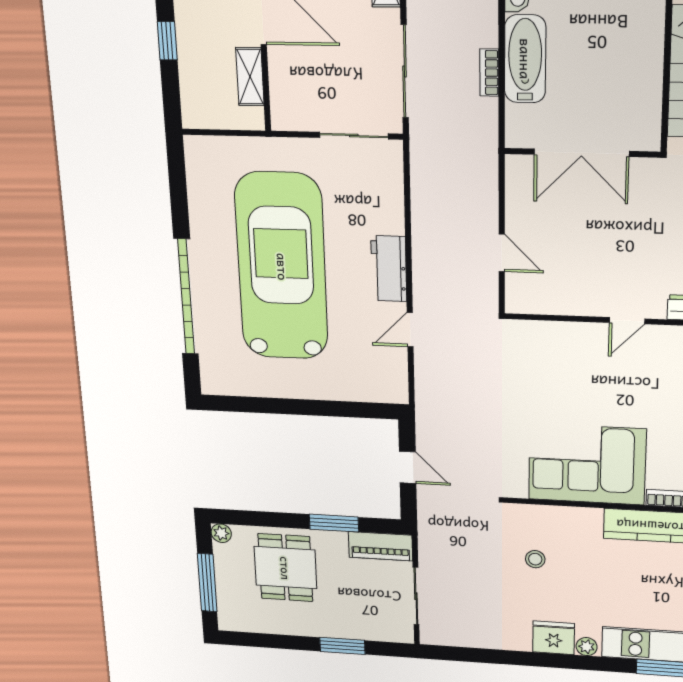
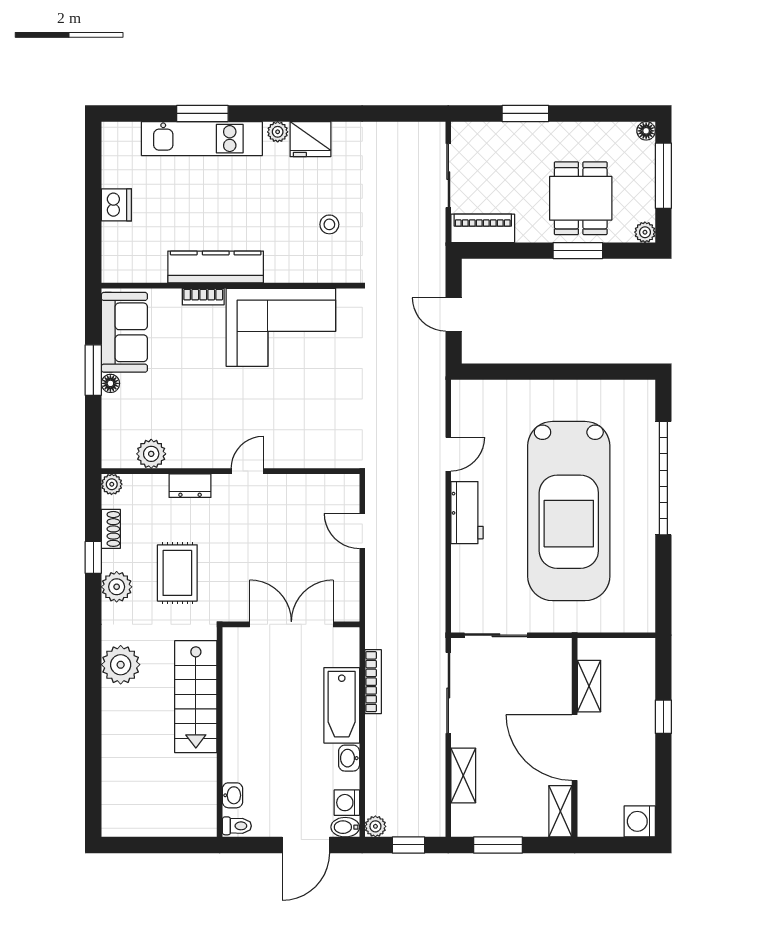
bookcase: (489, 73) -> (373, 682), width x1.56
window: (334, 523) -> (578, 251), moved
floor lamp: (226, 623) -> (646, 131), added

